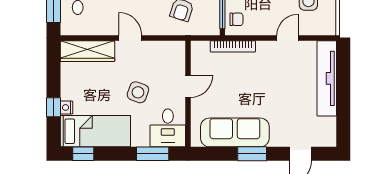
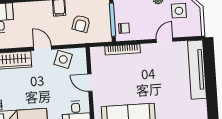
door: (188, 86) -> (90, 83), swing flipped
side table: (138, 92) -> (63, 59), moved

